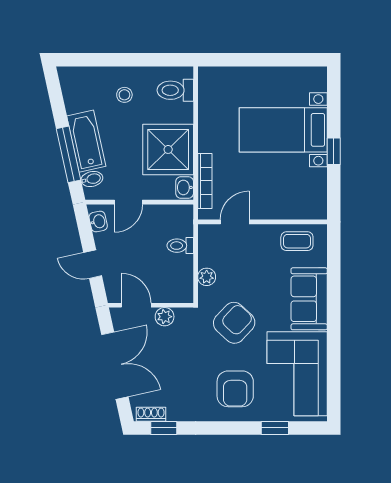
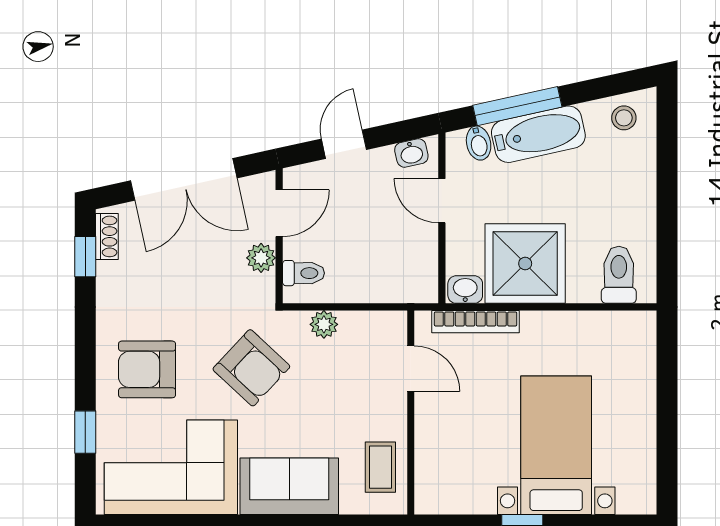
stool: (124, 95) -> (624, 118), moved
toilet: (180, 246) -> (303, 273), moved, turned 90

